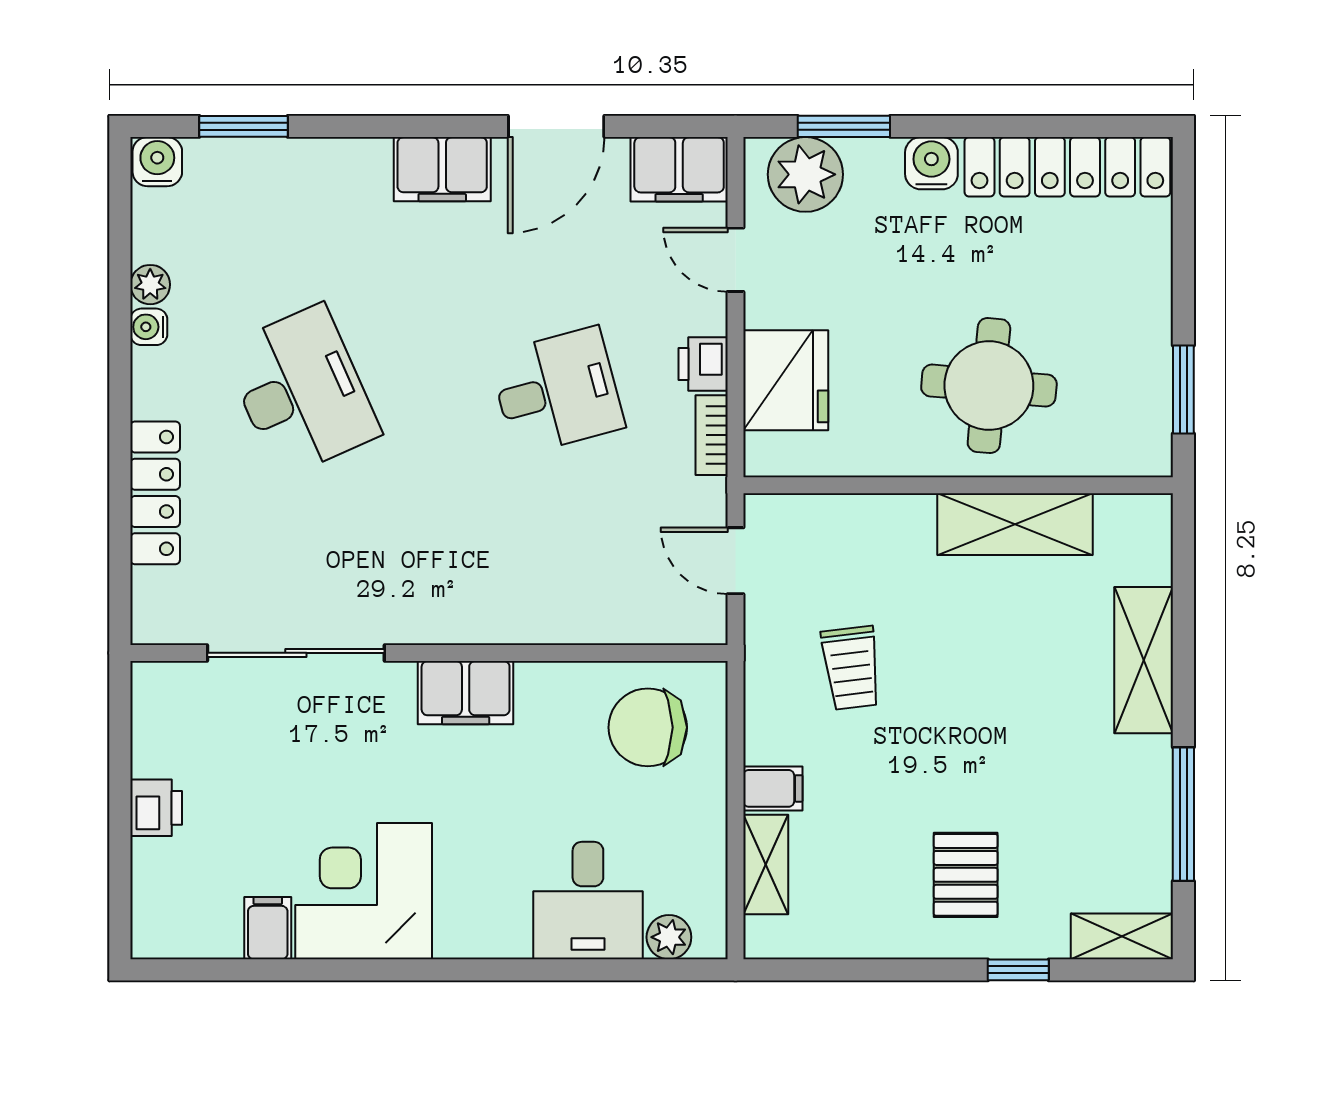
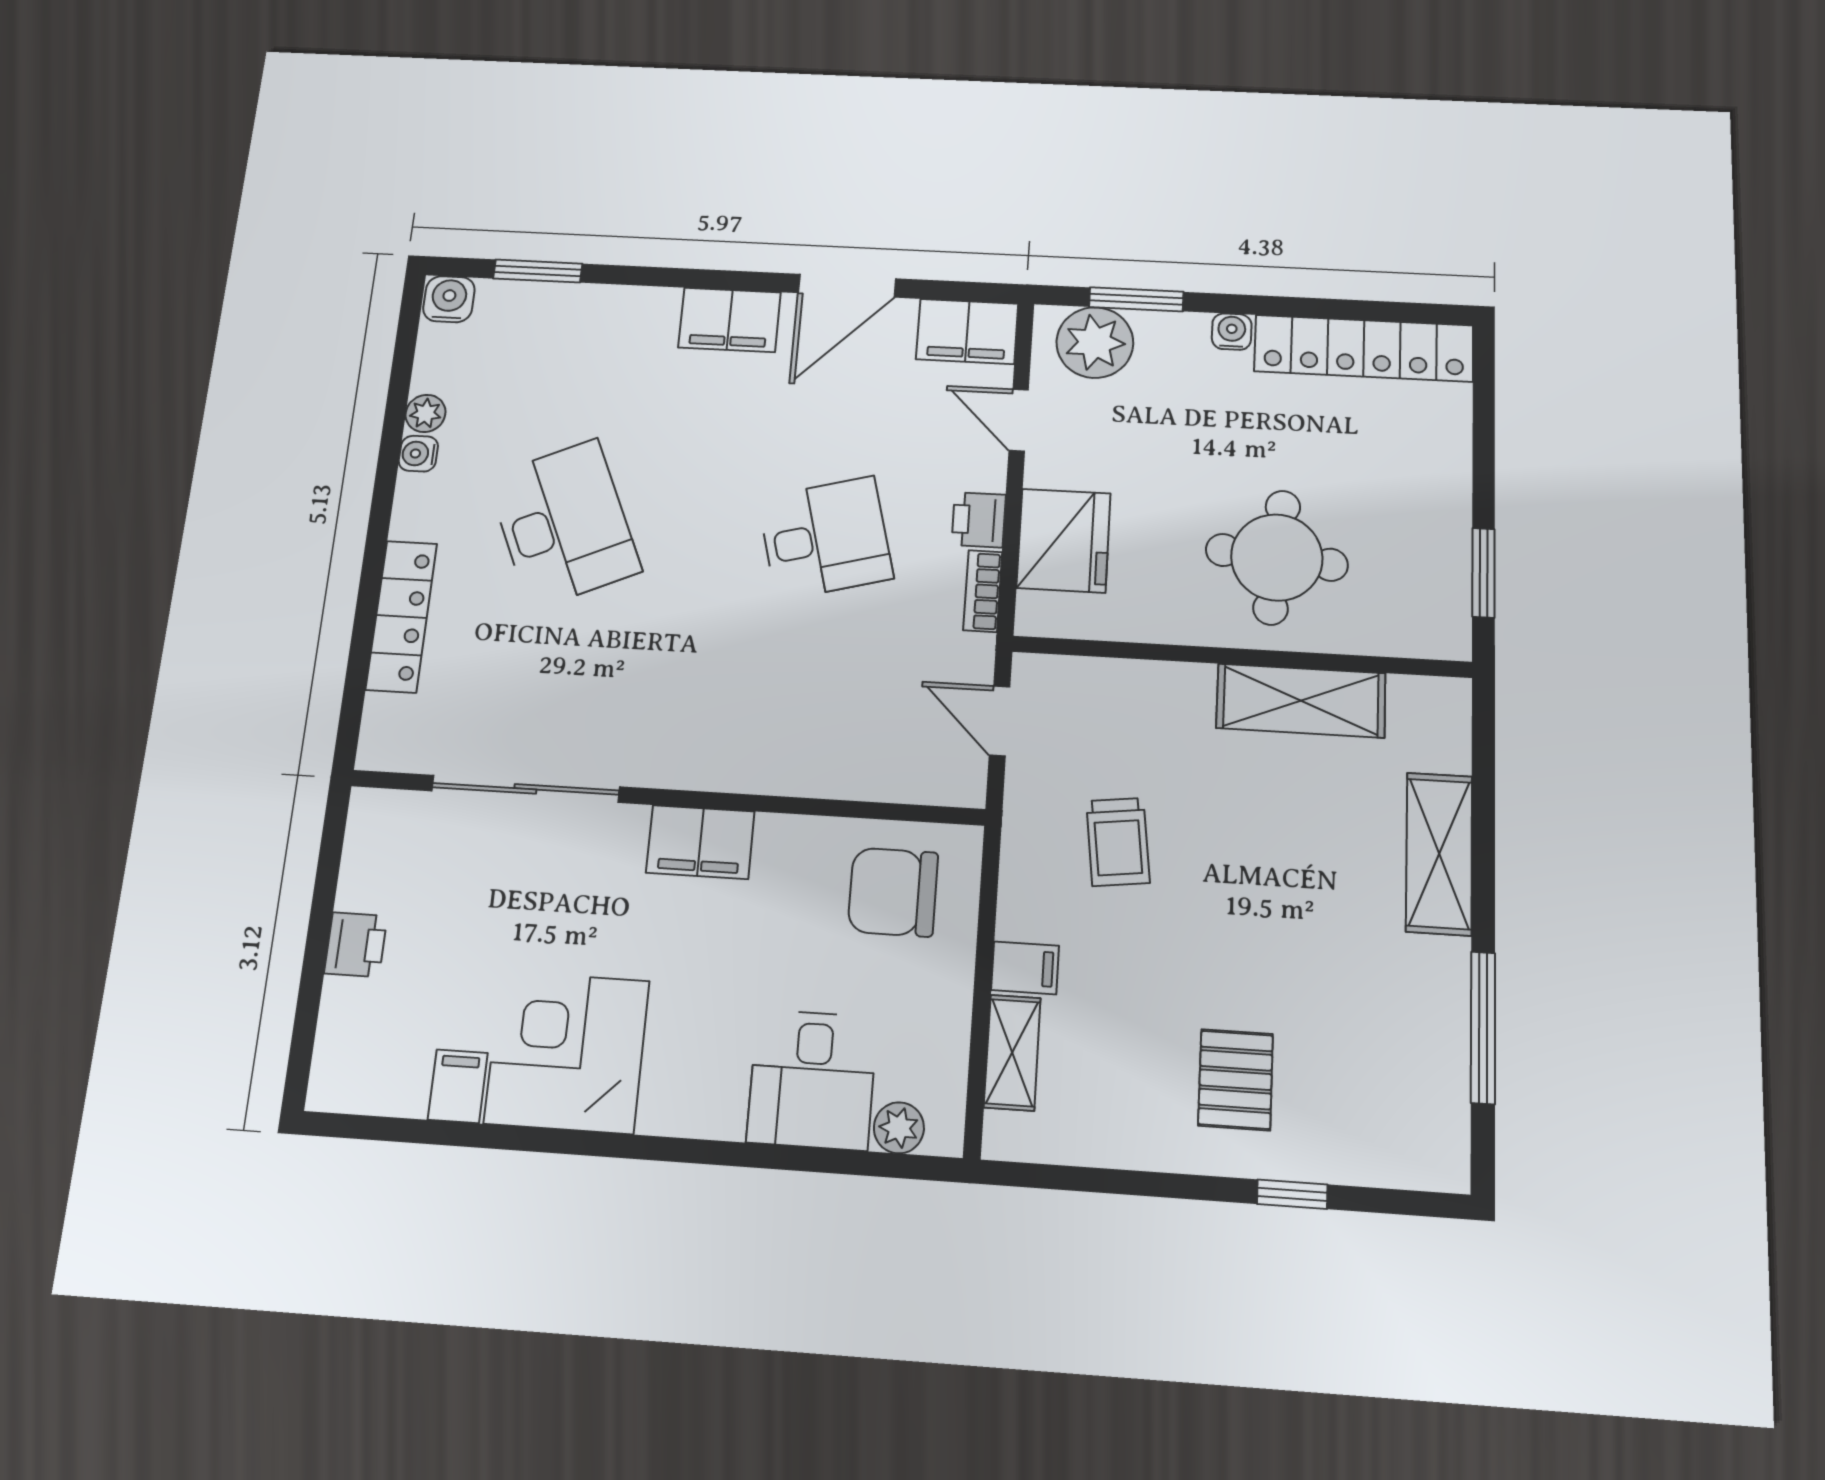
water cooler: (931, 163) -> (1232, 332), width x0.72, depth x0.72
shelving: (1122, 936) -> (1412, 1163), removed

